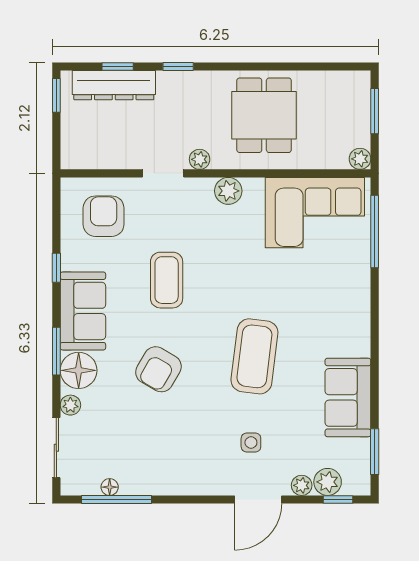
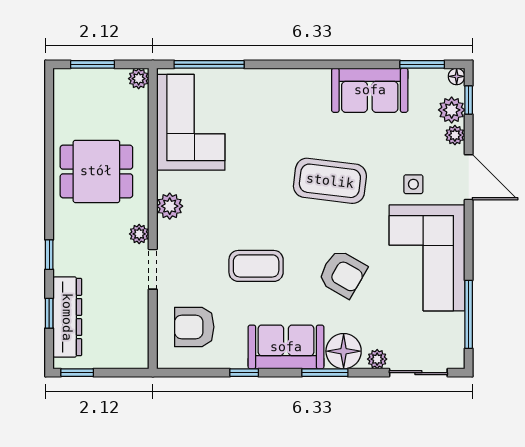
corner sofa: (175, 457) -> (427, 258), added
floor lamp: (110, 487) -> (457, 76), moved

